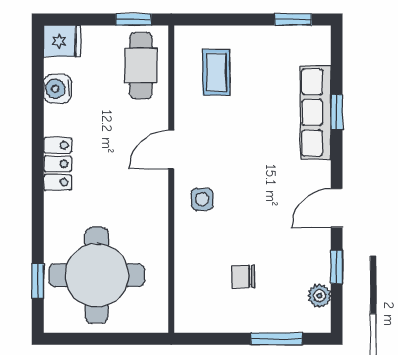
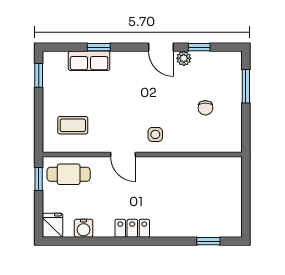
row of seats: (316, 112) -> (89, 61), width x0.68
round table: (97, 275) -> (205, 203), removed
plant: (319, 296) -> (184, 58), moved

